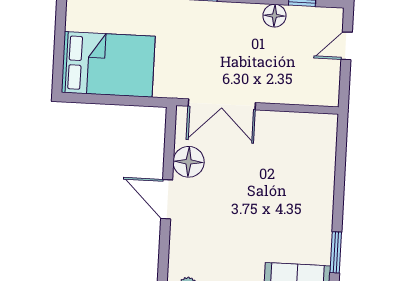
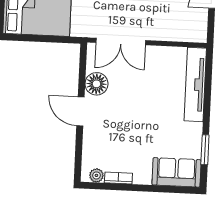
tv unit: (323, 163) -> (195, 85), added

